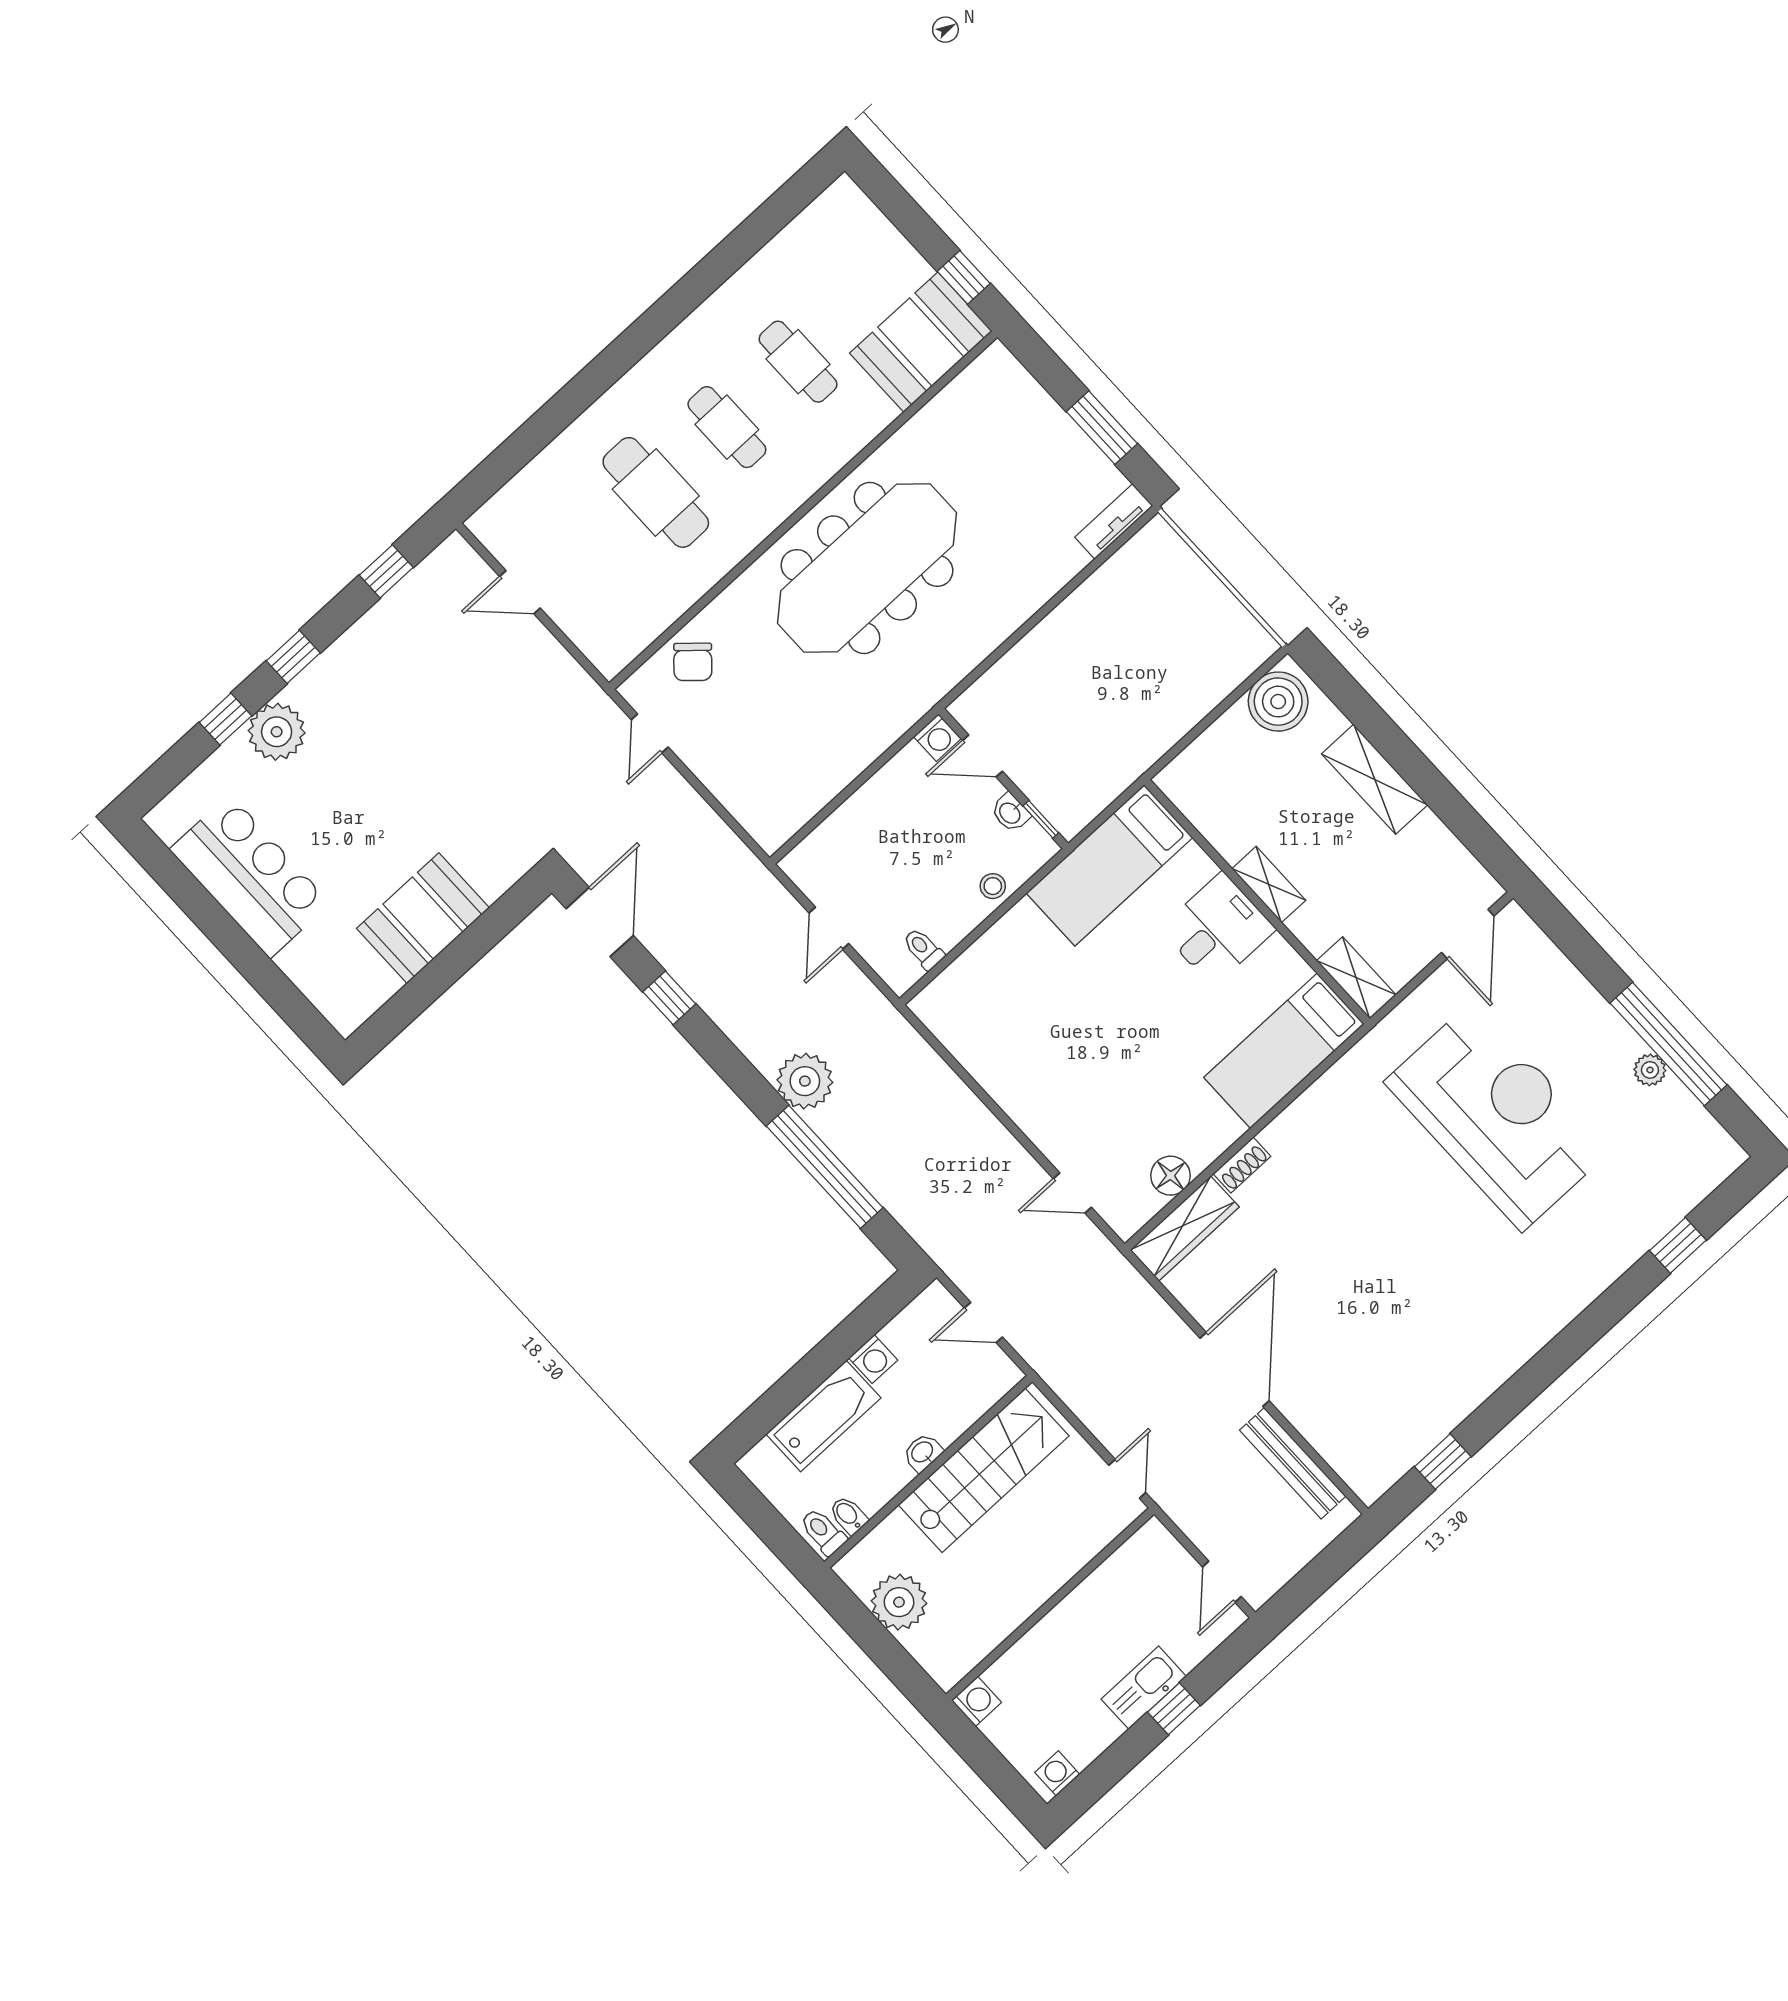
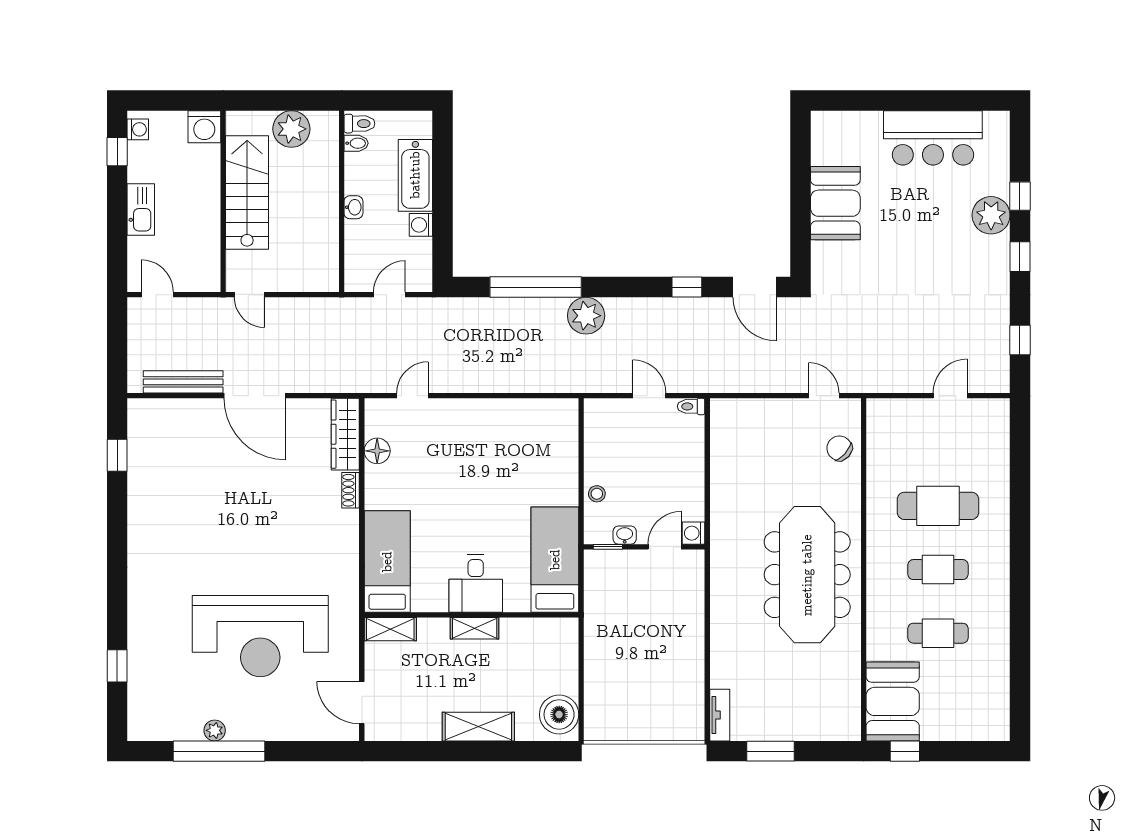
toilet: (923, 949) -> (691, 406), moved, turned 180
stairs: (984, 1470) -> (247, 193), moved, turned 180
washing machine: (976, 1701) -> (204, 127), width x1.38, depth x1.38
window: (1174, 1709) -> (117, 152), moved

